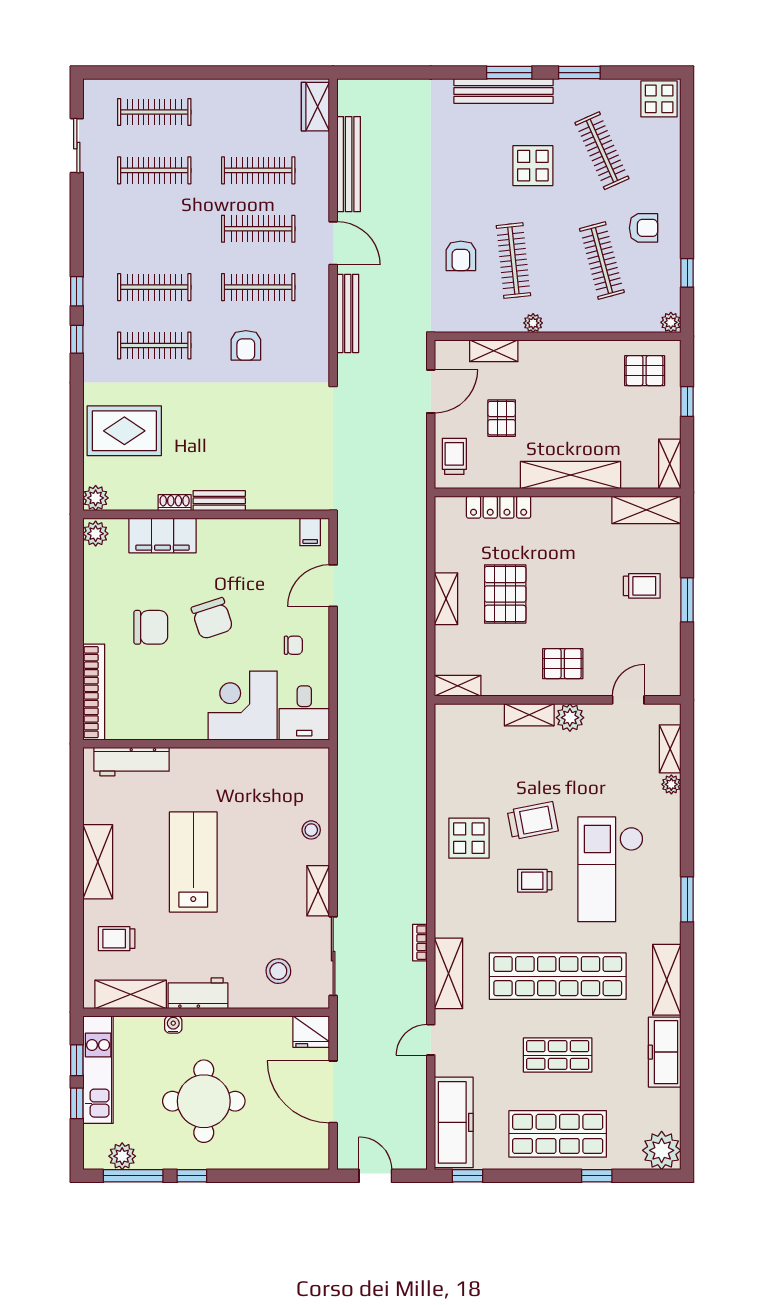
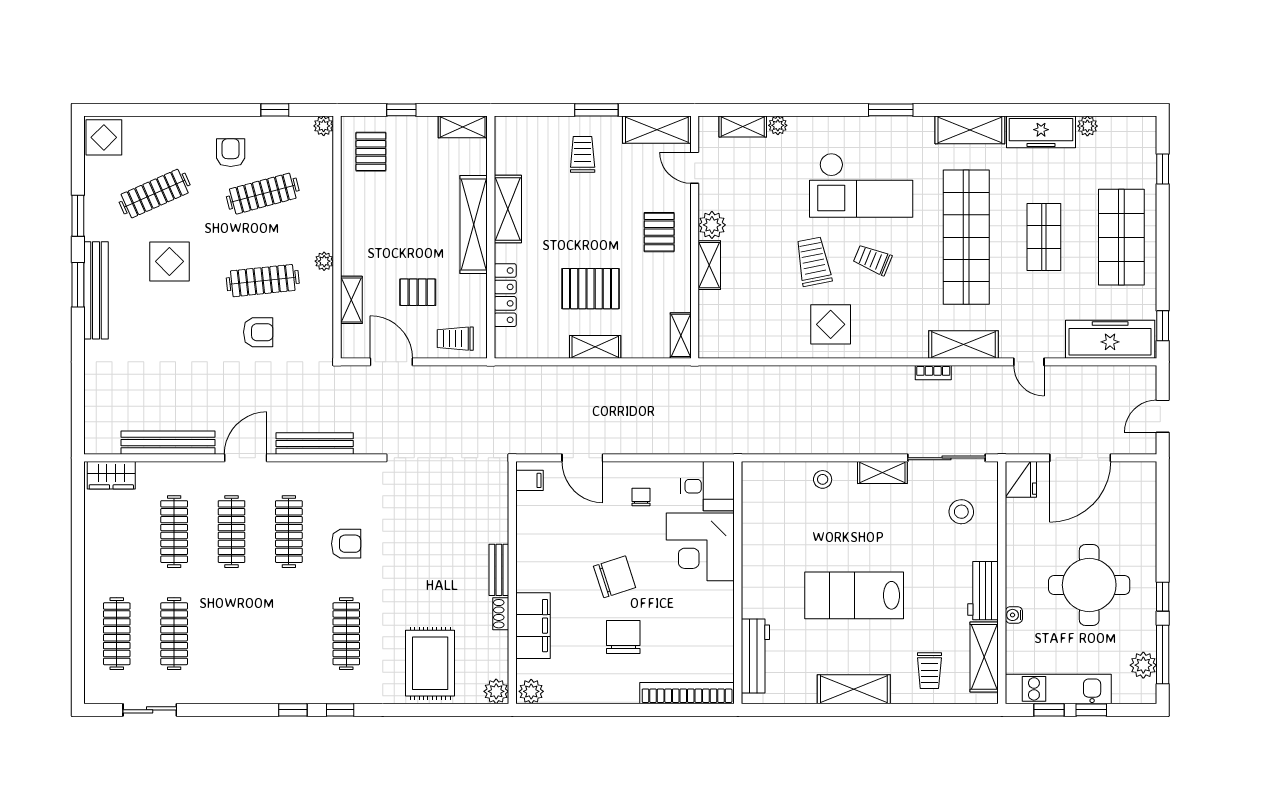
clothes rail: (154, 287) -> (289, 634), removed
shelving: (646, 510) -> (508, 209), moved
shelving: (667, 661) -> (657, 130), added
trolley: (535, 881) -> (872, 260), turned 112
plant: (662, 1150) -> (1087, 126), moved, width x0.53, depth x0.53
window: (597, 1176) -> (1163, 169), moved

